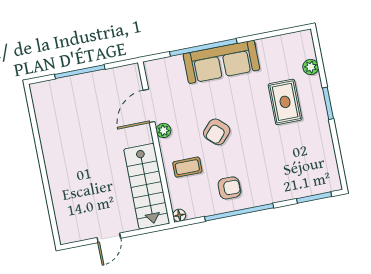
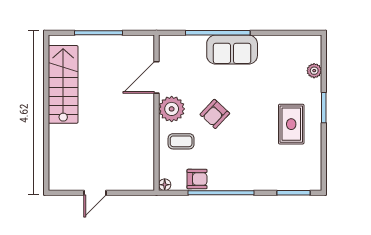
sofa: (221, 62) -> (232, 50), width x0.73
rug: (285, 102) -> (291, 124), moved
plant: (164, 130) -> (172, 109), width x1.87, depth x1.87
stairs: (147, 186) -> (63, 84), moved, turned 180
armchair: (229, 188) -> (197, 179), moved

